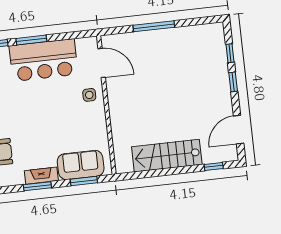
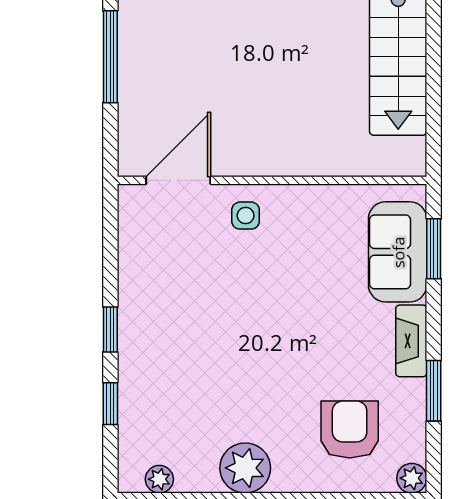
window: (31, 40) -> (110, 329), width x0.67
bar counter: (44, 60) -> (158, 308), removed
window: (37, 186) -> (434, 391), moved

